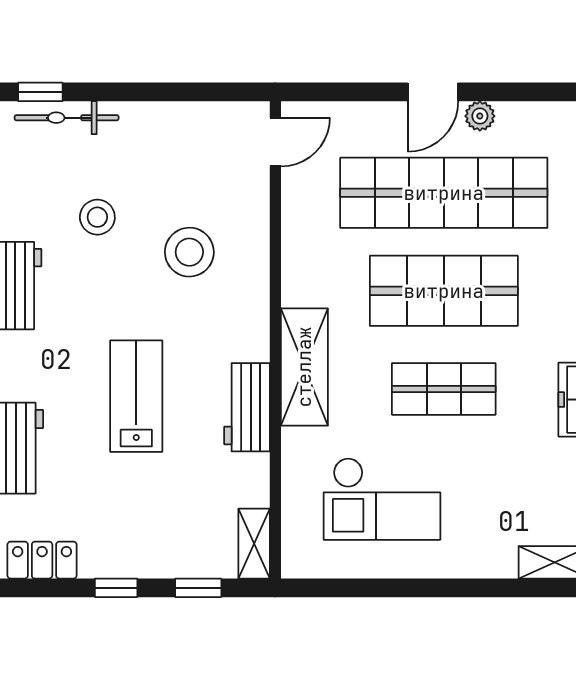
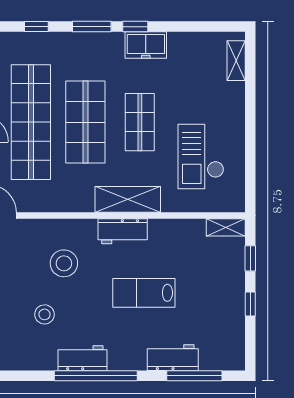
workbench: (247, 407) -> (123, 231), moved
checkout: (382, 499) -> (201, 156), turned 180
locker: (42, 560) -> (235, 345), removed

